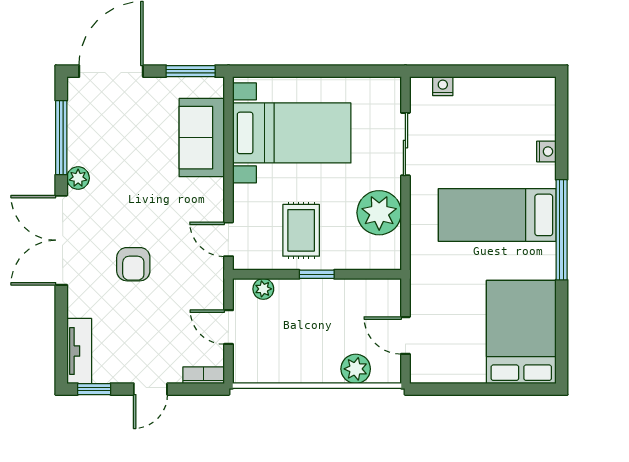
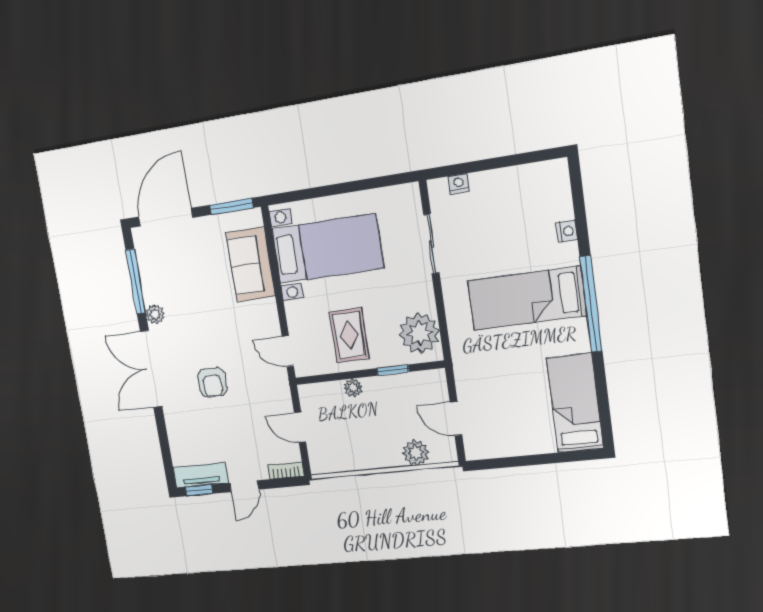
plant: (379, 213) -> (420, 333), moved
window: (317, 274) -> (393, 370), moved
plant: (263, 289) -> (353, 388), moved
bed: (521, 332) -> (575, 403), width x0.67
tv unit: (79, 351) -> (201, 475), moved, turned -90

